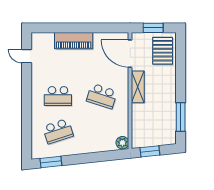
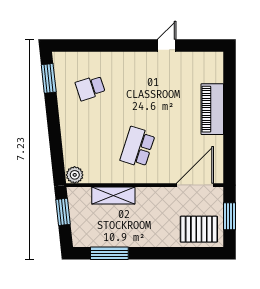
door: (27, 56) -> (167, 46), moved
shelving: (138, 87) -> (113, 196), moved
school desk: (58, 96) -> (138, 88), removed
school desk: (58, 131) -> (90, 88), width x0.54

